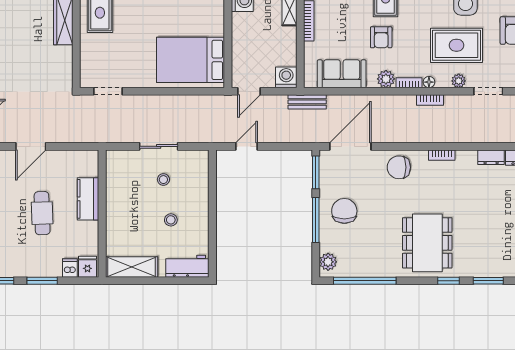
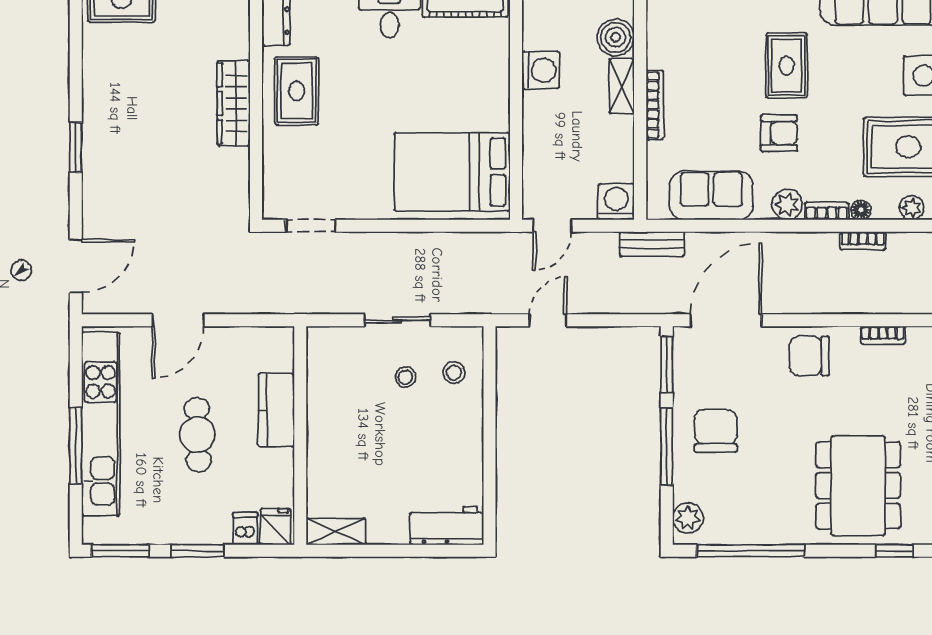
armchair: (381, 37) -> (779, 133), turned -90
stool: (171, 220) -> (454, 373), moved
shelving: (132, 267) -> (336, 531), width x0.67, depth x0.75

